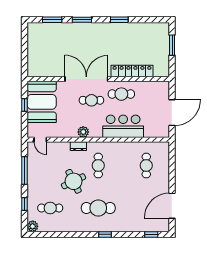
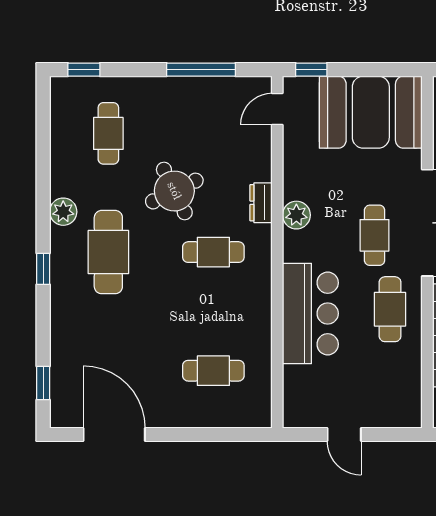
window: (24, 105) -> (311, 70), moved
door: (172, 113) -> (344, 434), width x0.53
window: (24, 204) -> (84, 70), moved
plant: (33, 226) -> (63, 212), moved

